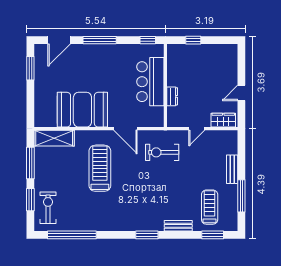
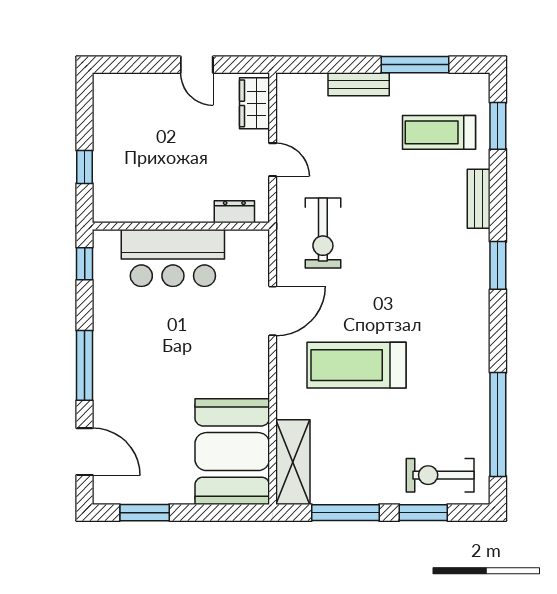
dresser: (172, 96) -> (234, 212), moved
booth: (82, 110) -> (232, 452), moved

